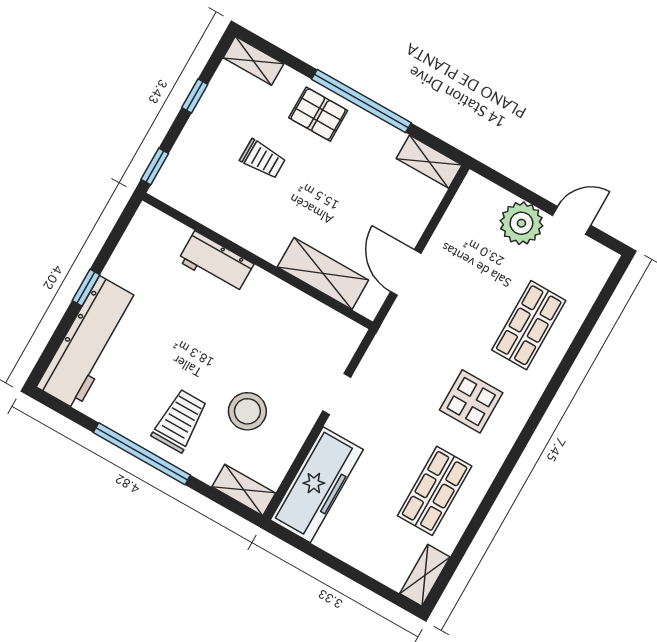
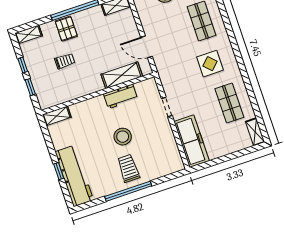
pallet: (318, 114) -> (66, 29), turned 90
window: (155, 166) -> (30, 87), moved
workbench: (216, 262) -> (121, 96), moved
window: (86, 288) -> (59, 171), moved
stool: (247, 411) -> (123, 137), moved
shelving: (244, 490) -> (57, 116), moved

